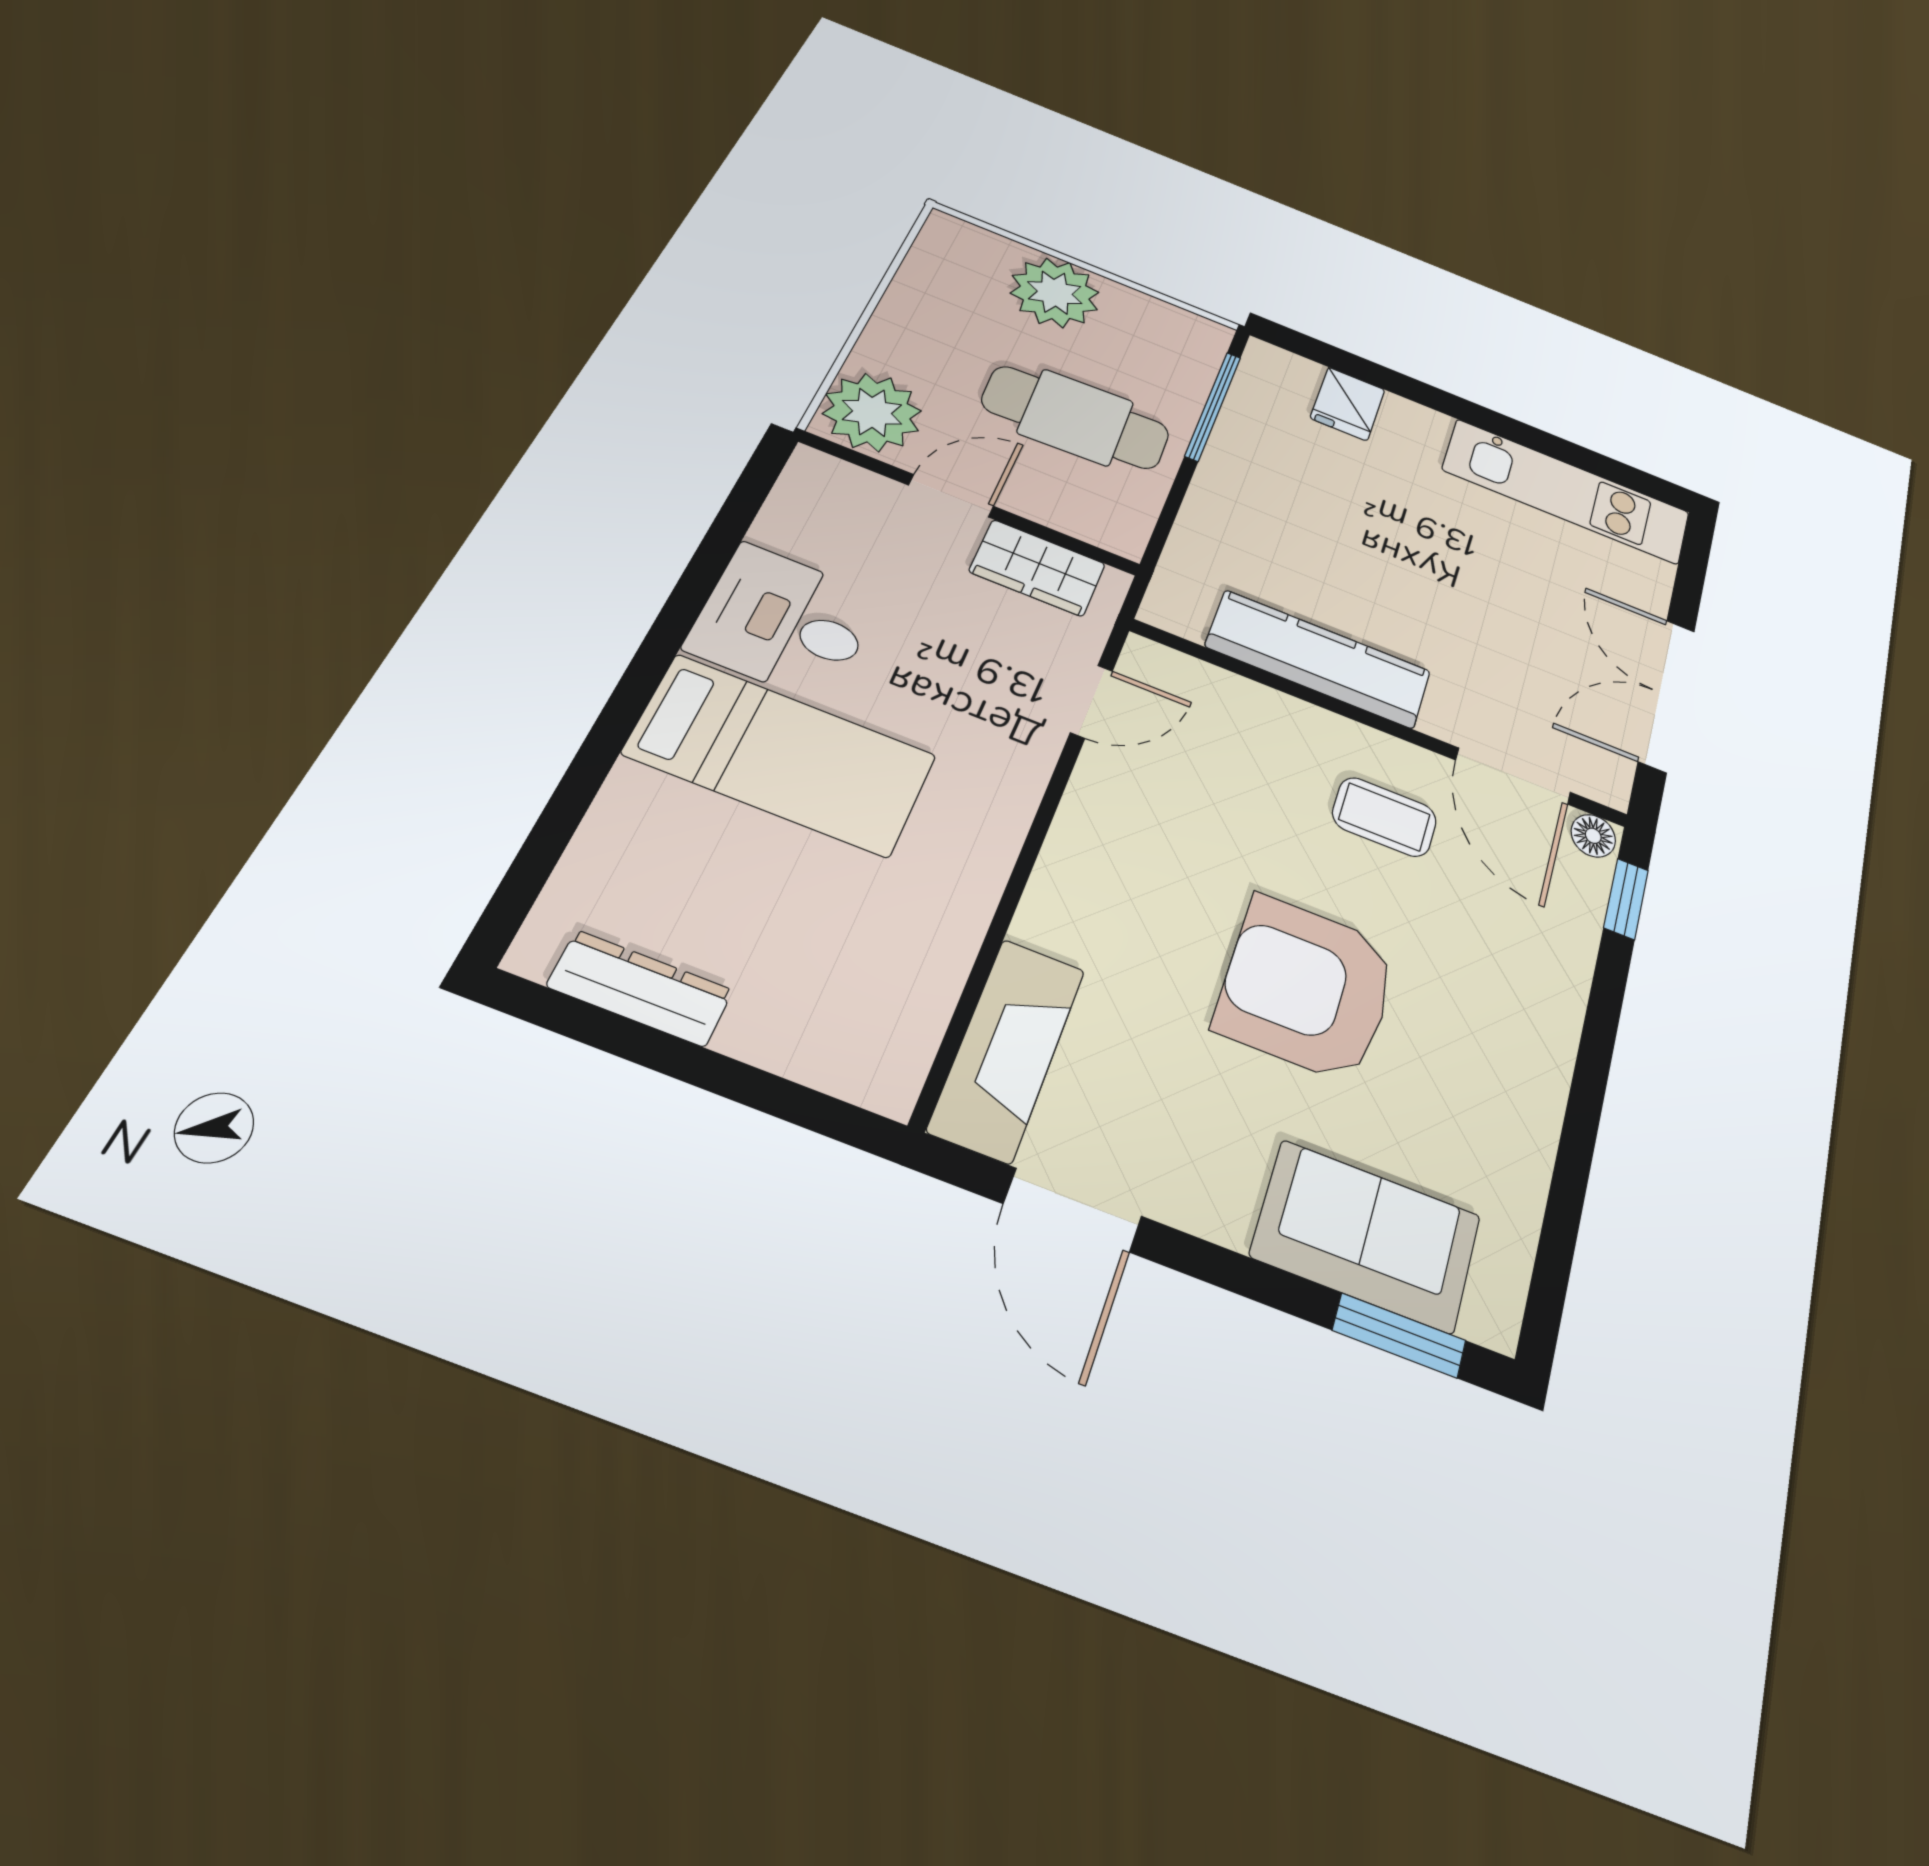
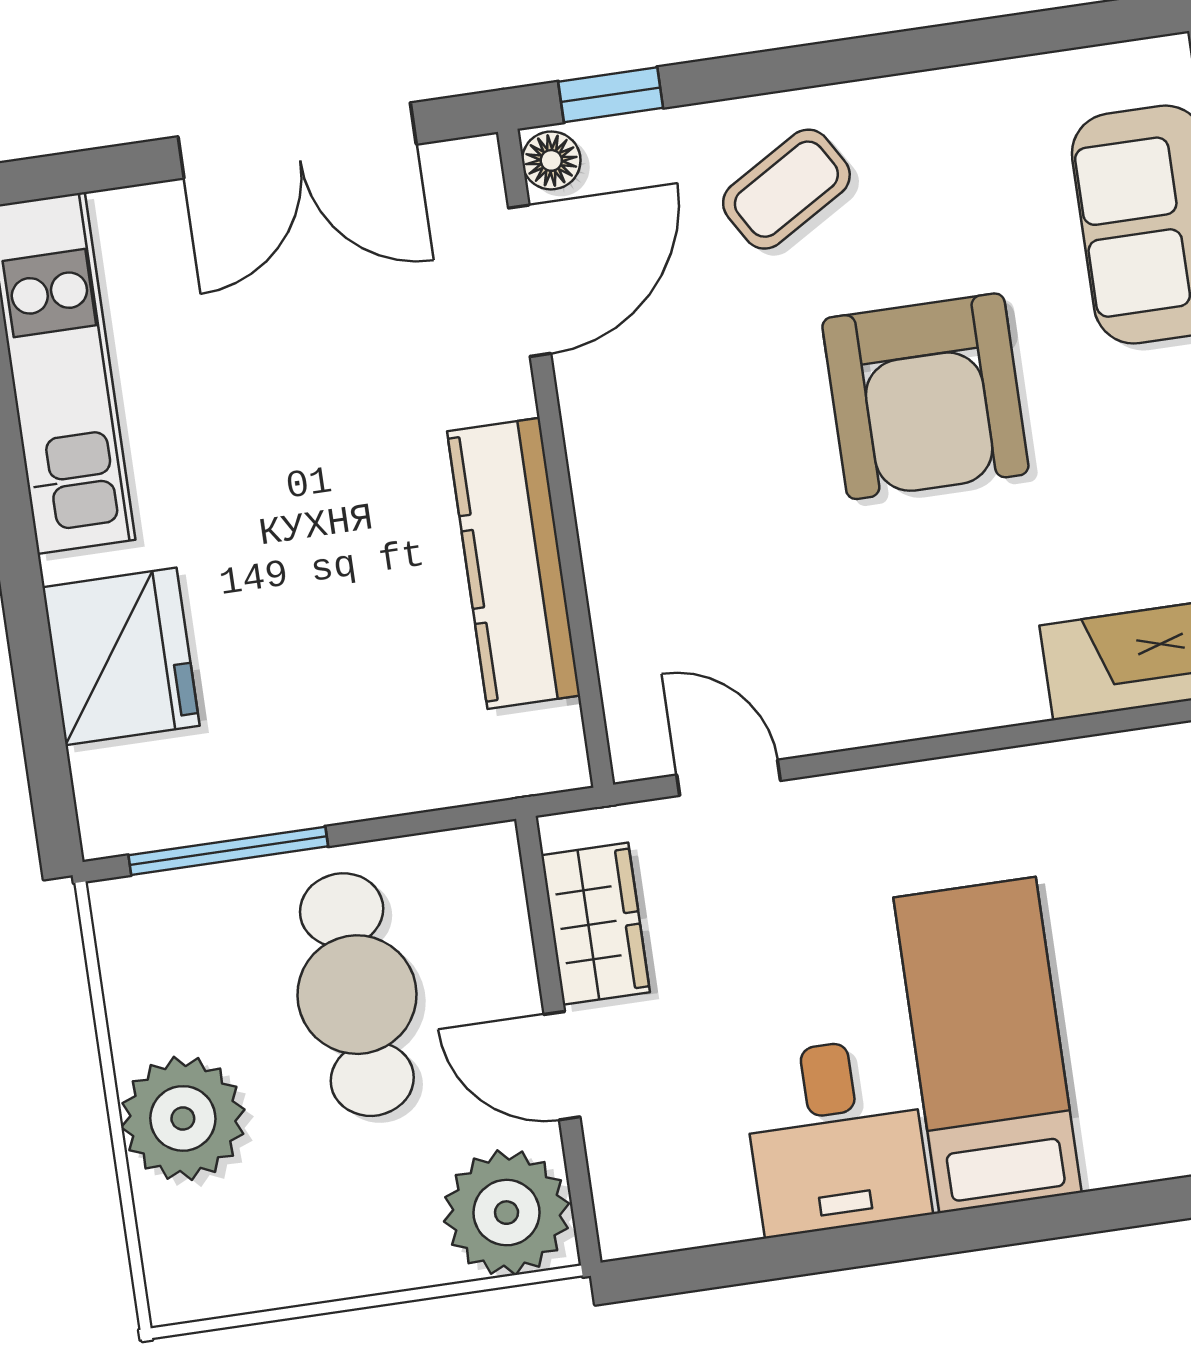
fridge: (1348, 404) -> (121, 656), width x1.88, depth x1.34
coffee table: (1384, 817) -> (786, 189), moved, turned 59

